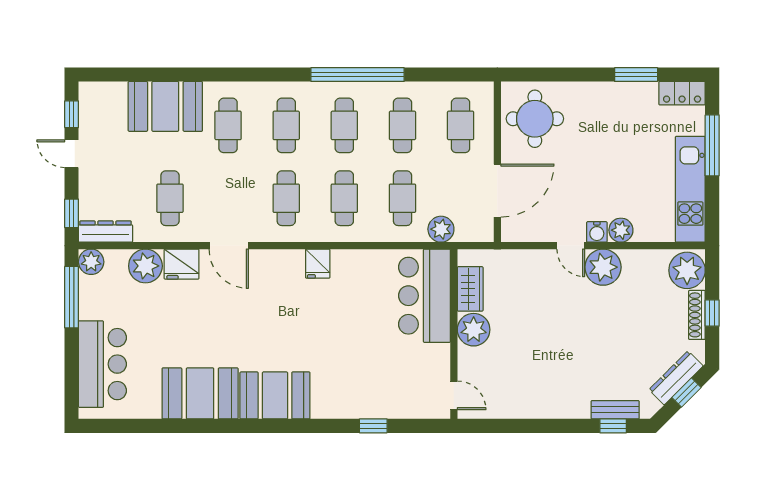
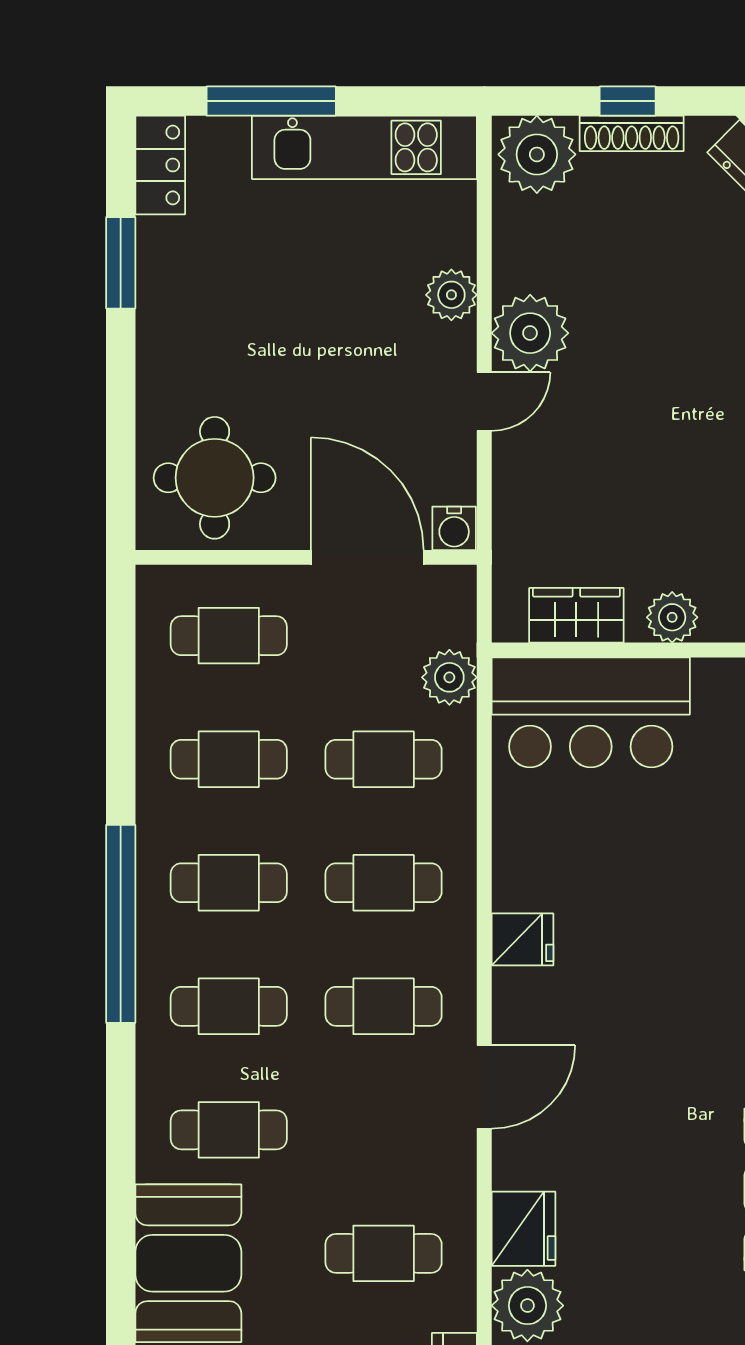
window: (358, 75) -> (121, 924), moved
water cooler: (597, 232) -> (454, 528), moved, turned 90
door: (229, 246) -> (484, 1087), moved
plant: (474, 330) -> (672, 617), width x0.73, depth x0.73

